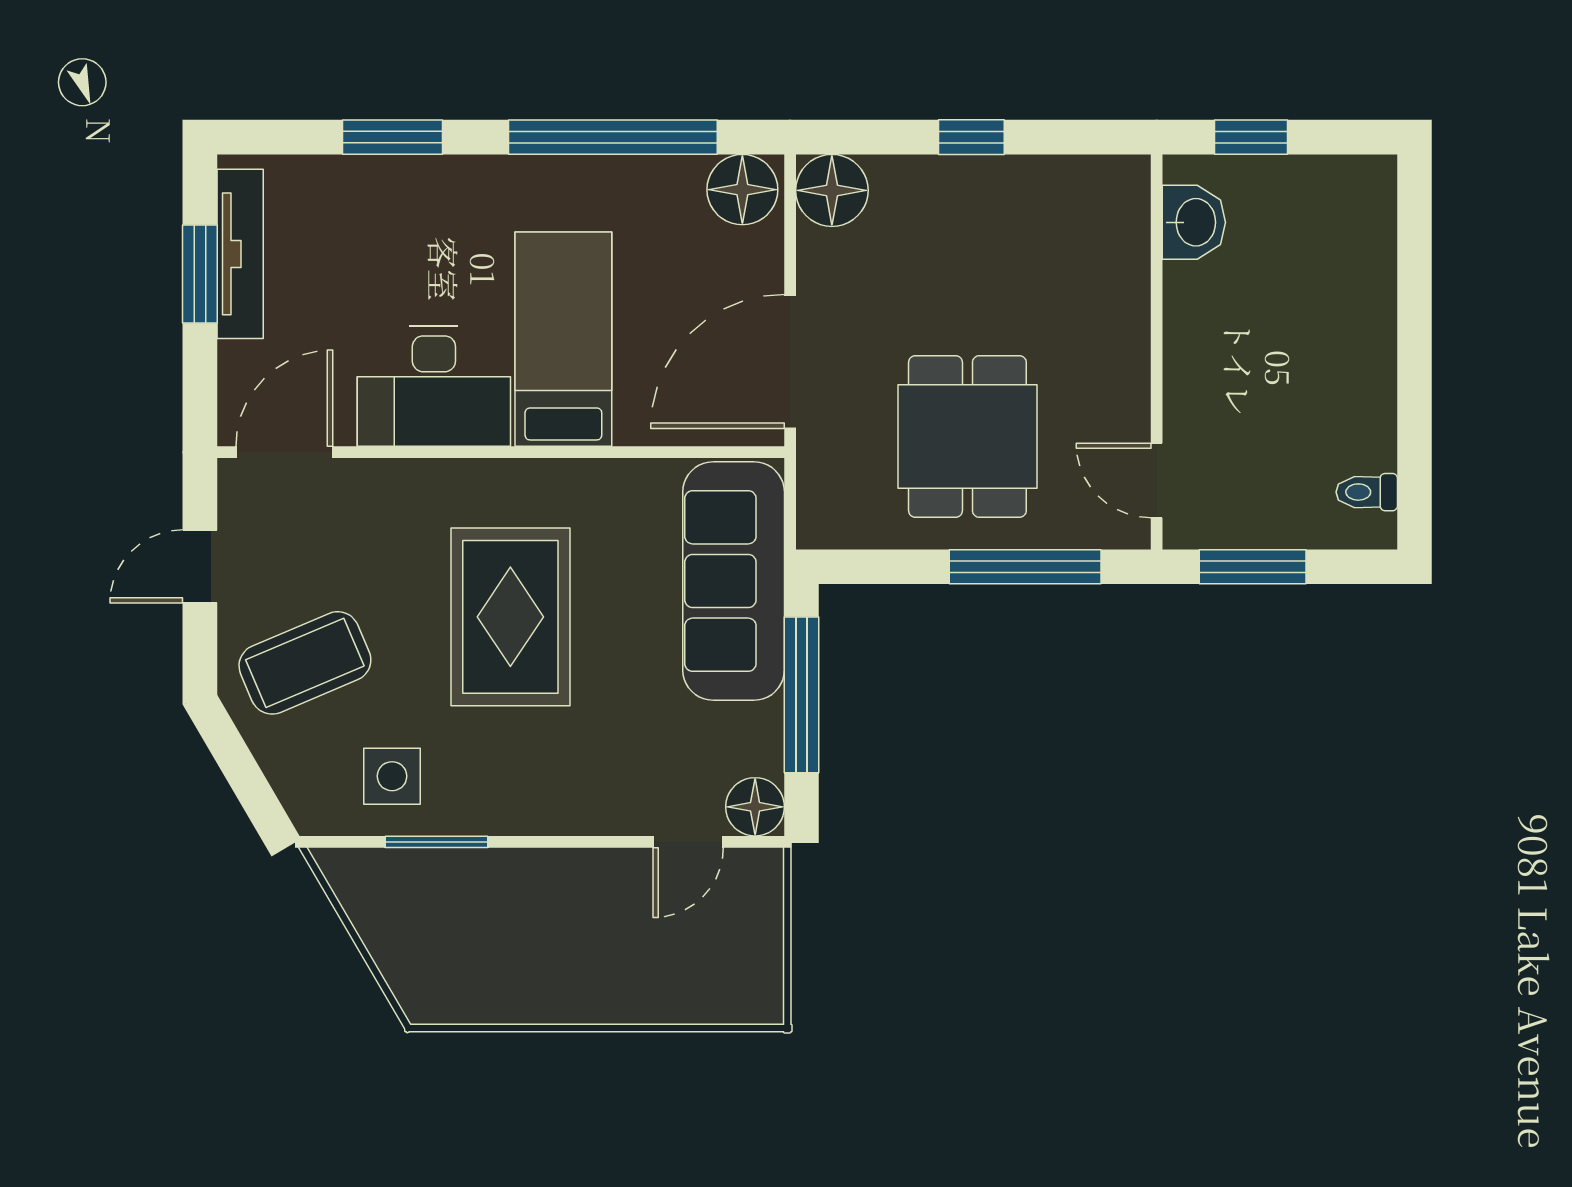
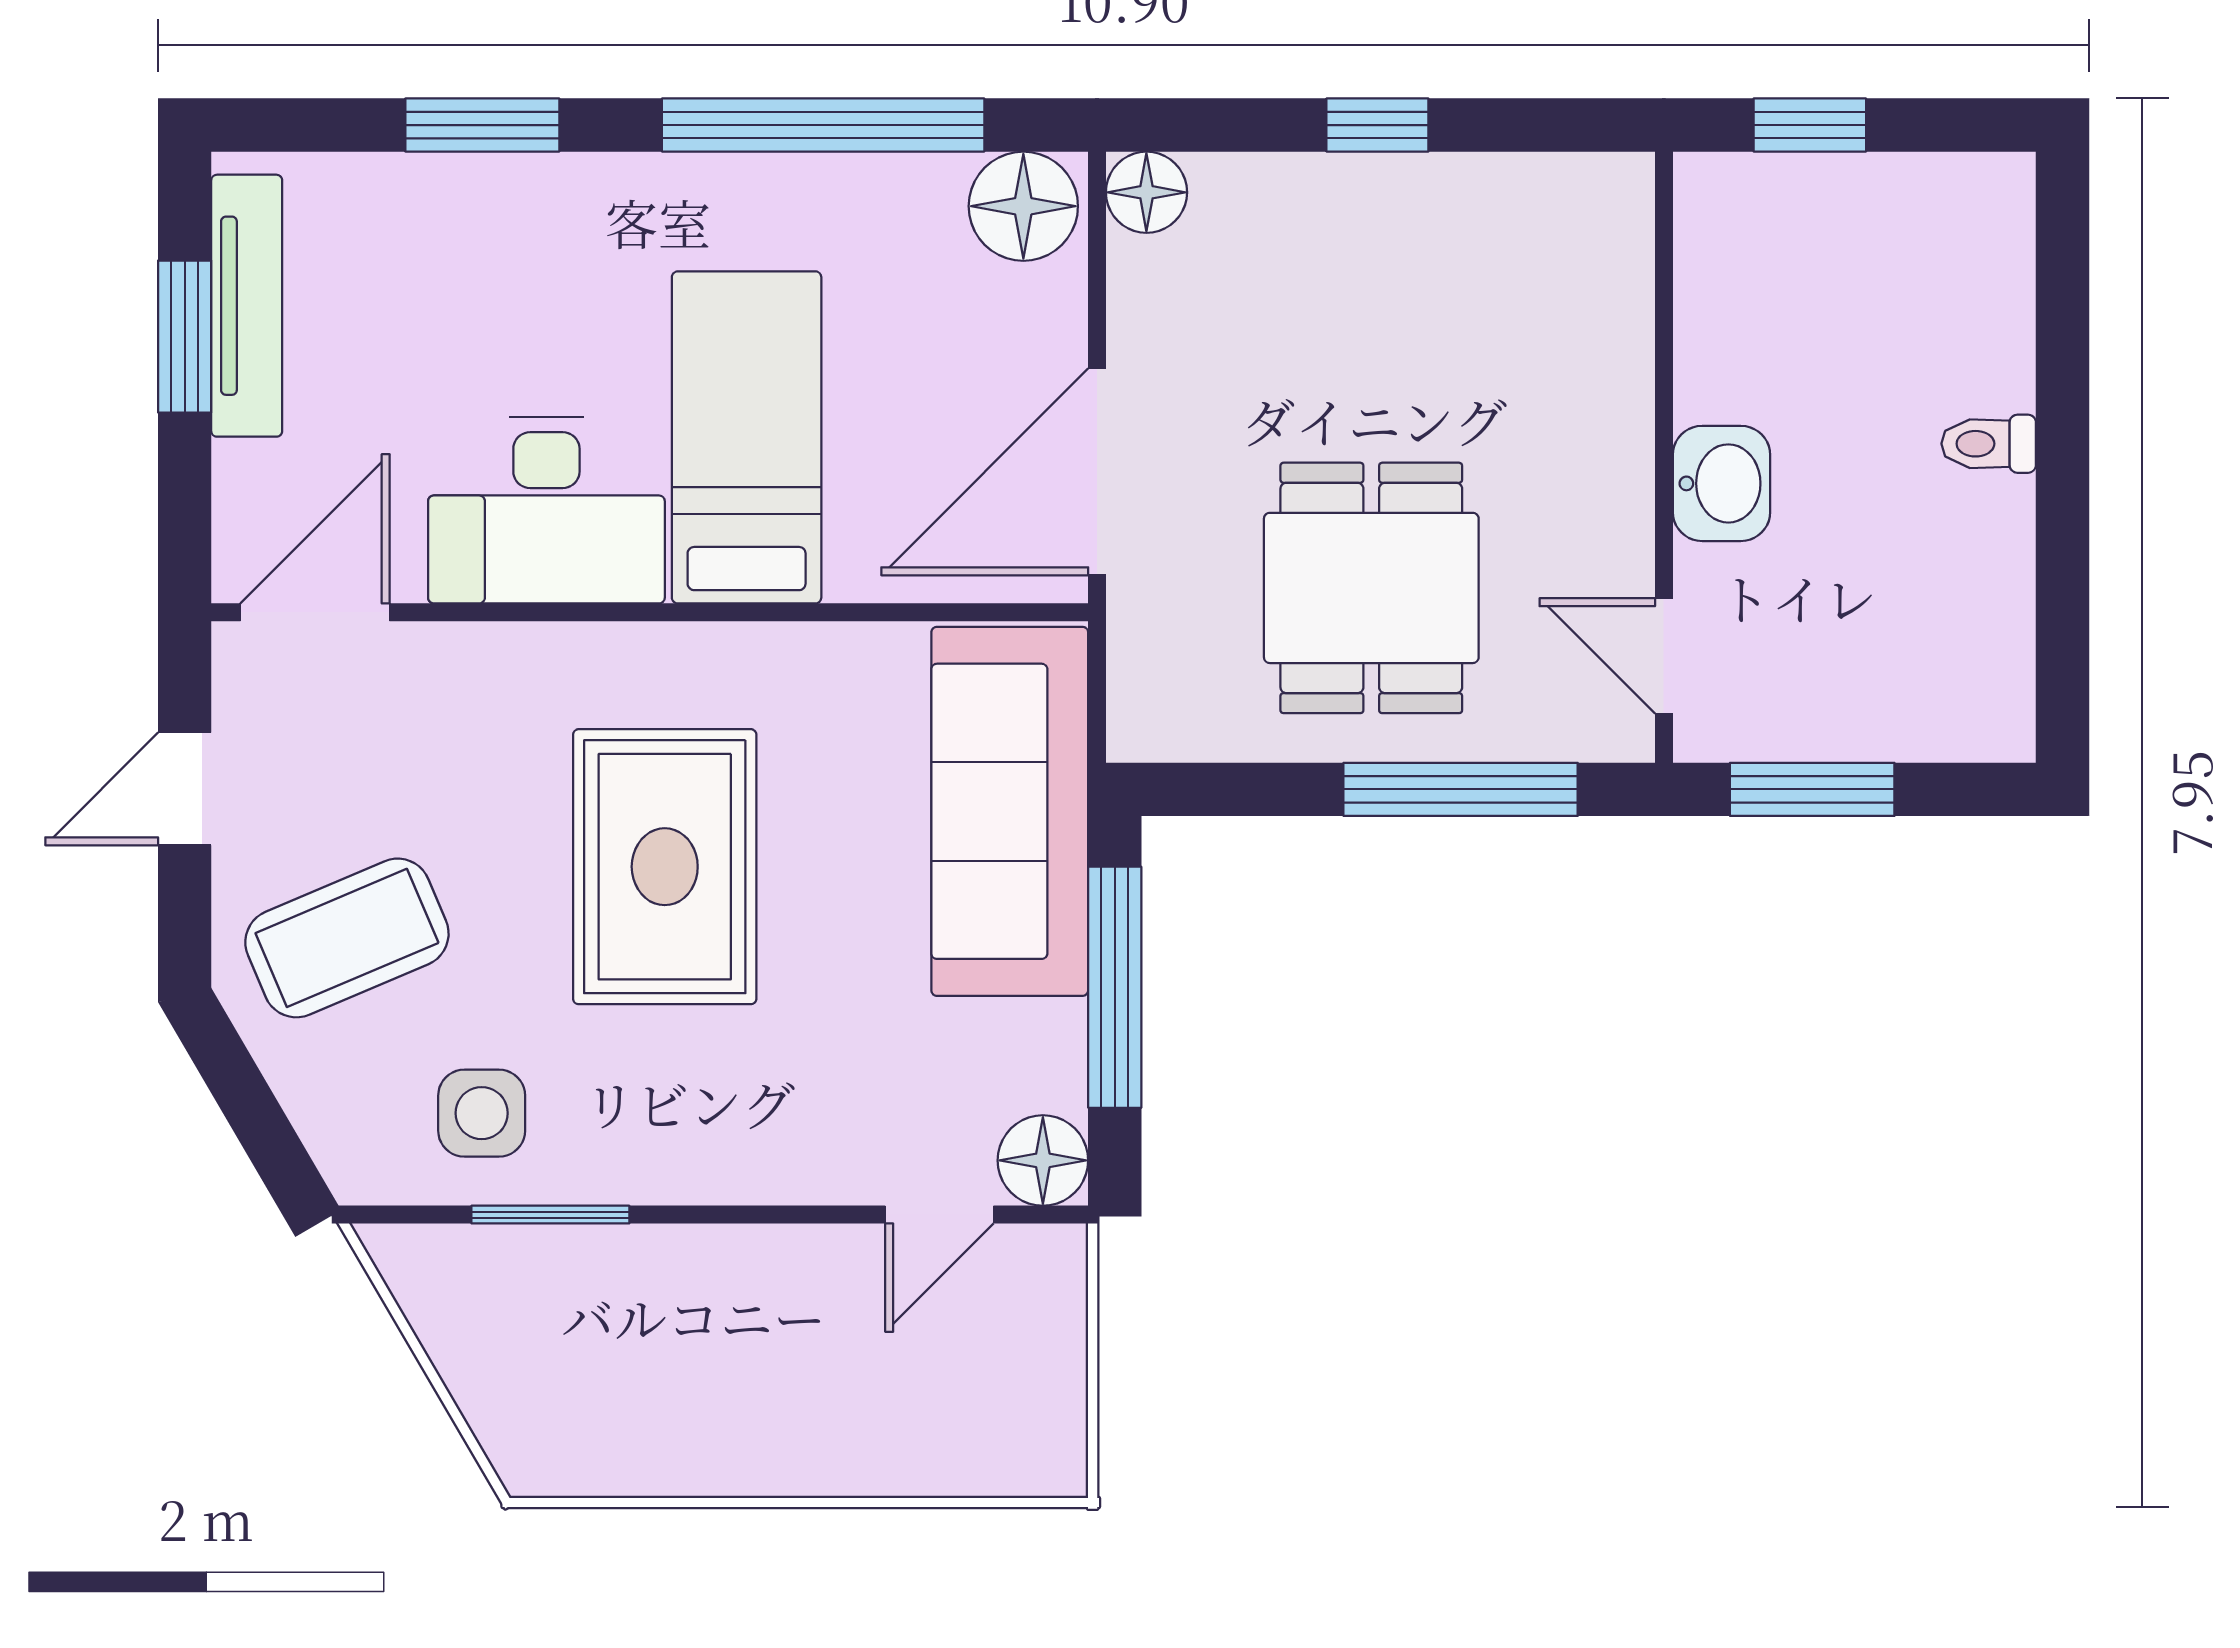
floor lamp: (832, 190) -> (1146, 192), width x0.73, depth x0.73
washbasin: (1194, 222) -> (1721, 483), moved
toilet: (1367, 492) -> (1989, 444), moved

